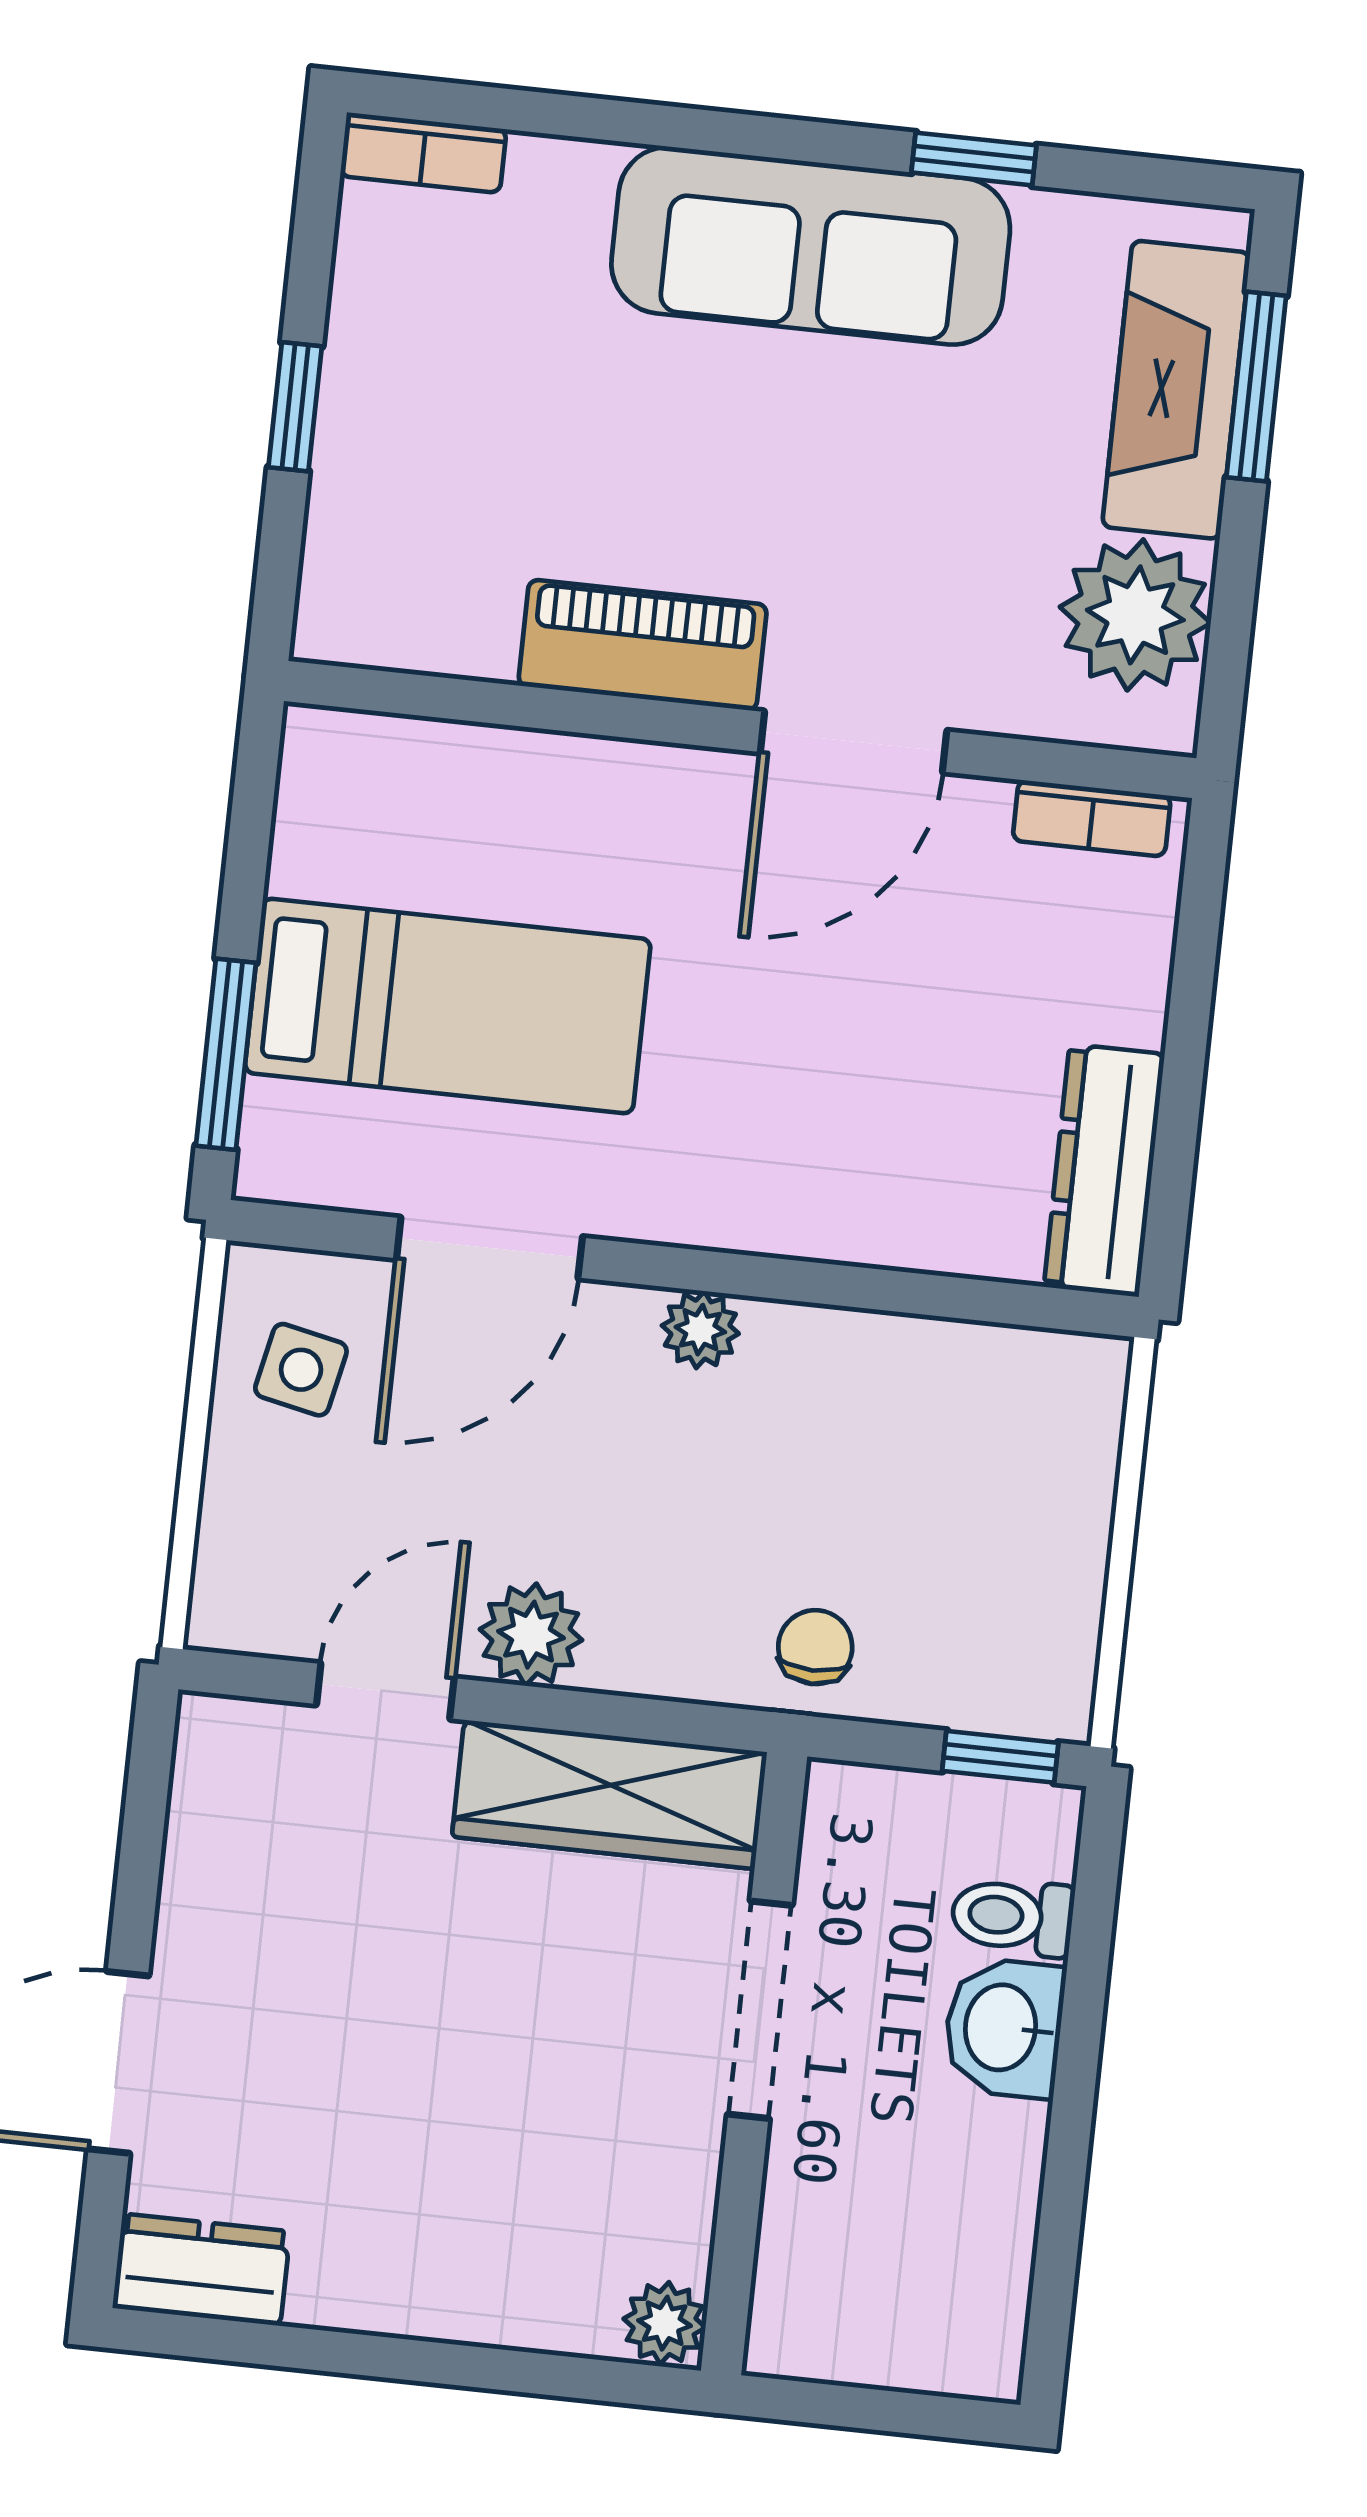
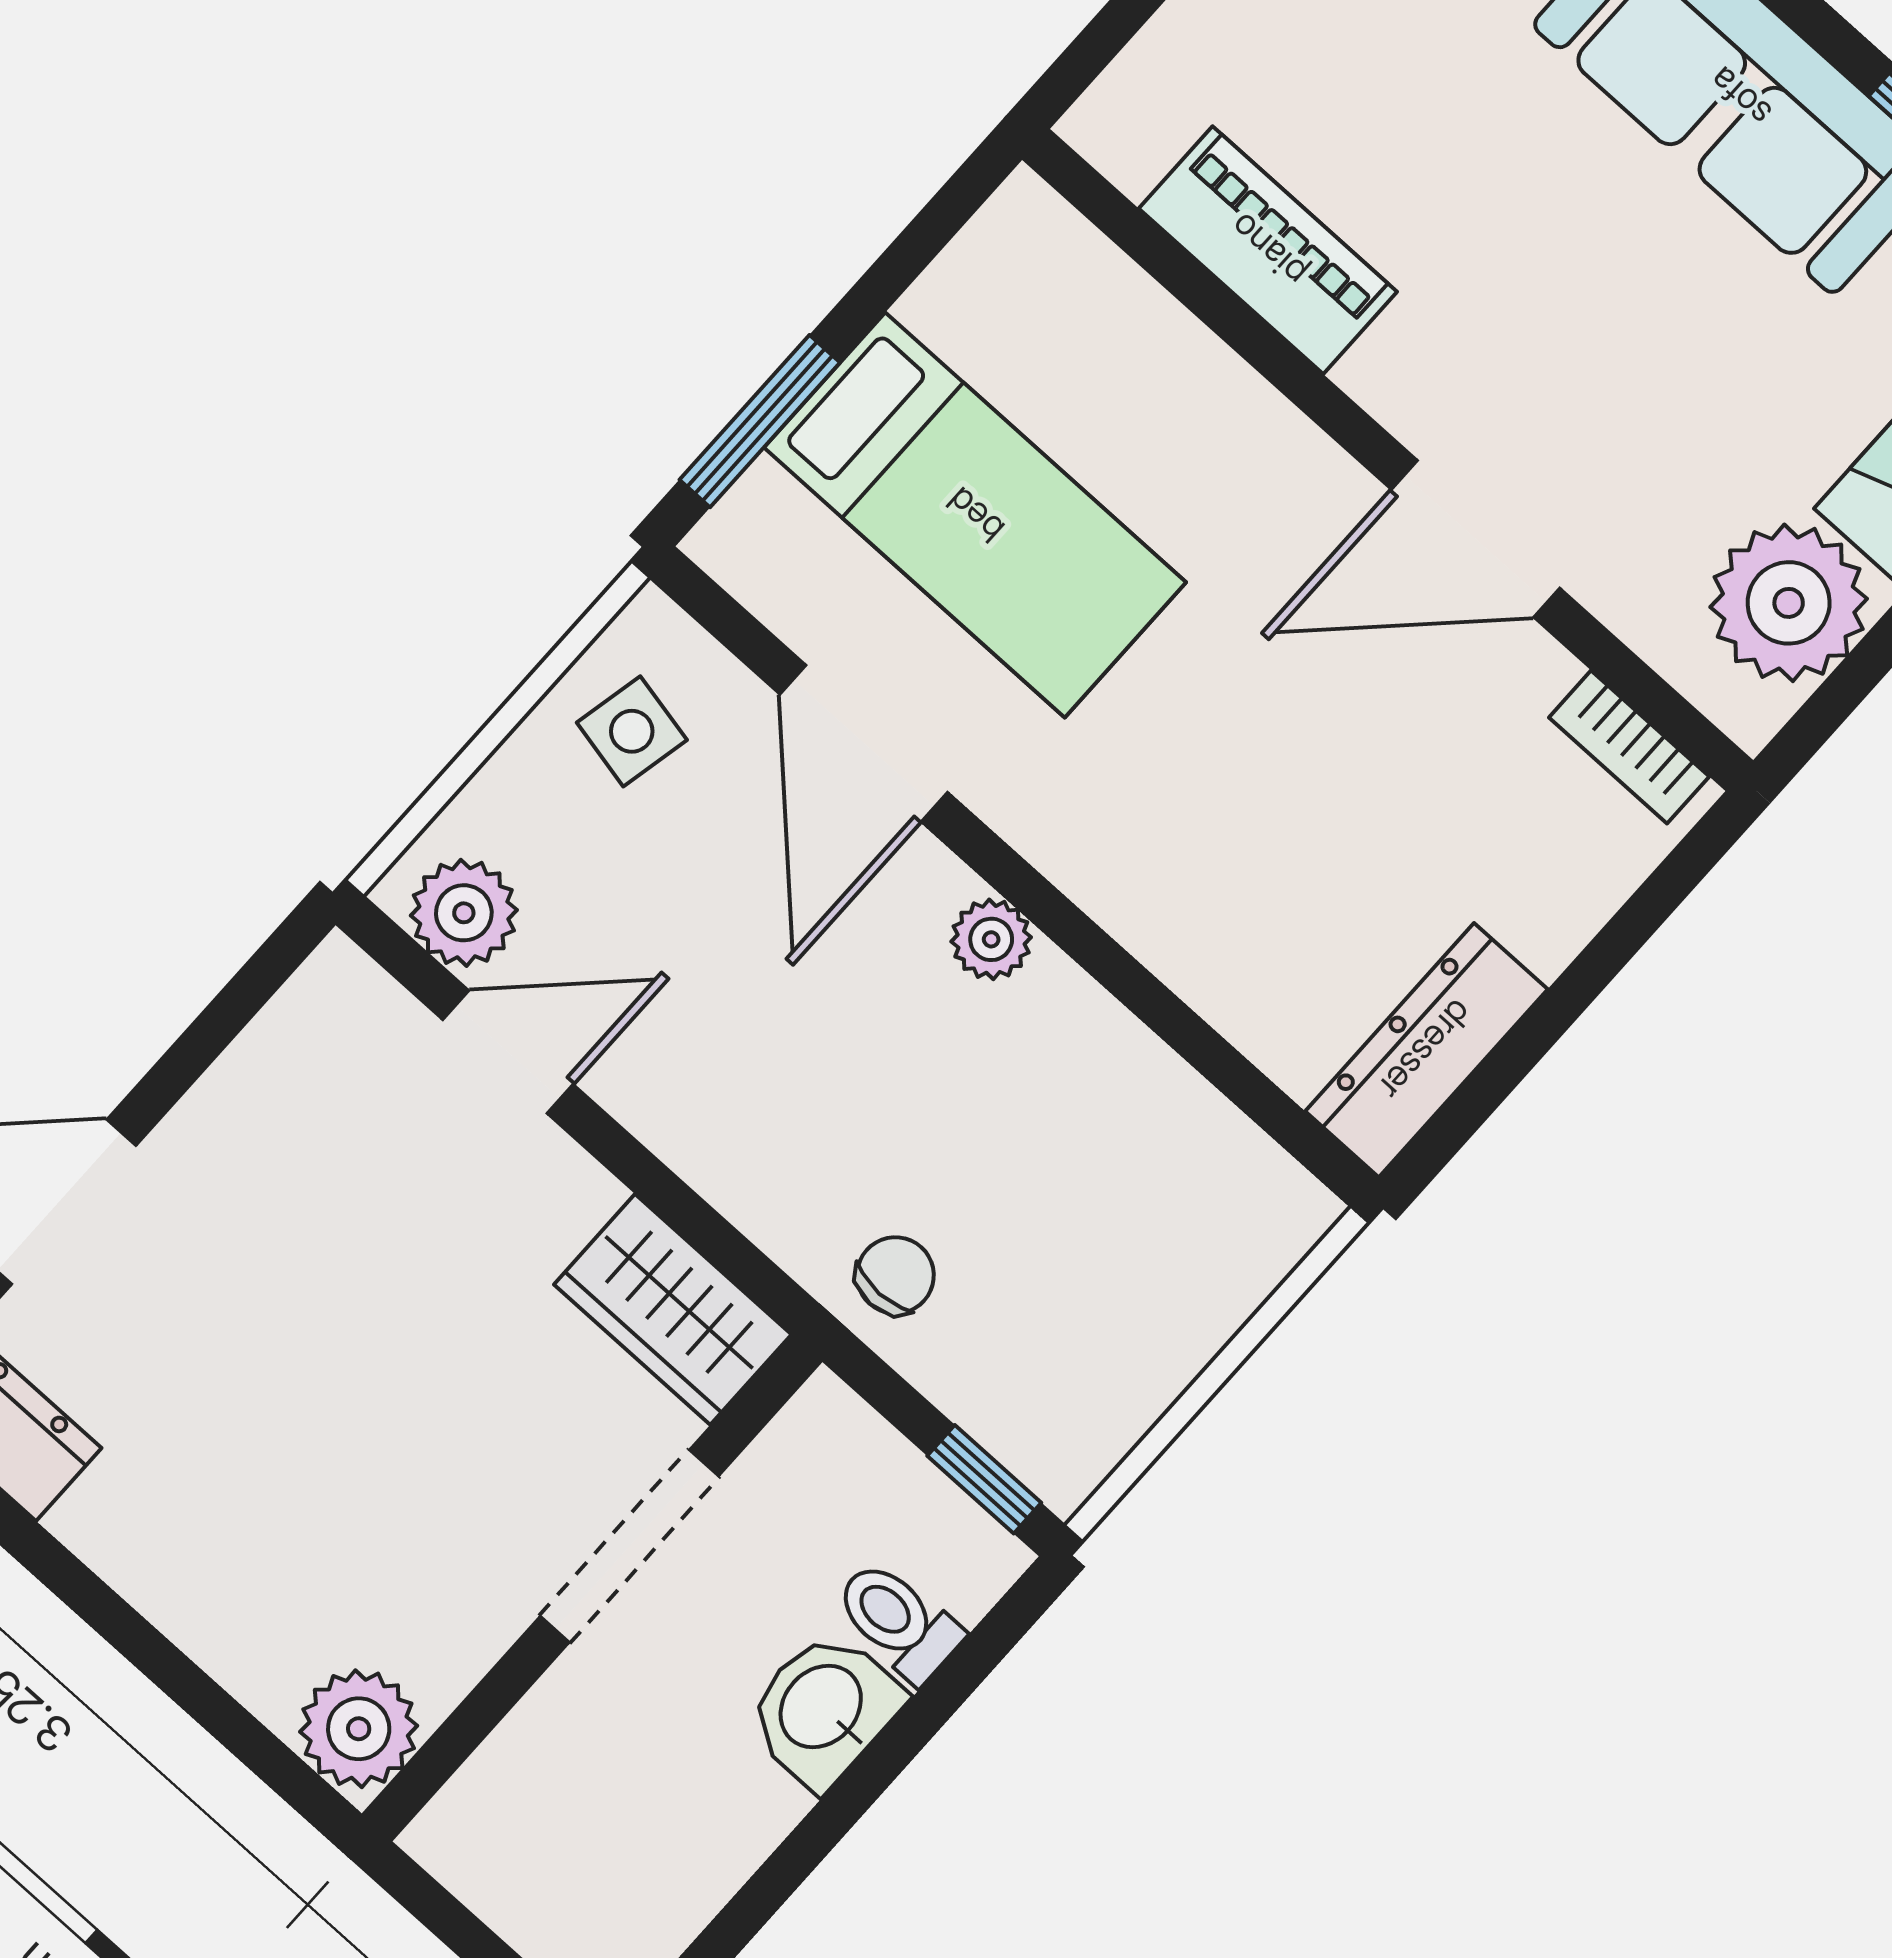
piano: (643, 645) -> (1268, 250), moved
door: (489, 1248) -> (864, 743), hinge flipped
plant: (531, 1635) -> (464, 913), moved
wardrobe: (609, 1794) -> (673, 1309), width x0.67
plant: (665, 2323) -> (359, 1729), width x1.38, depth x1.38

